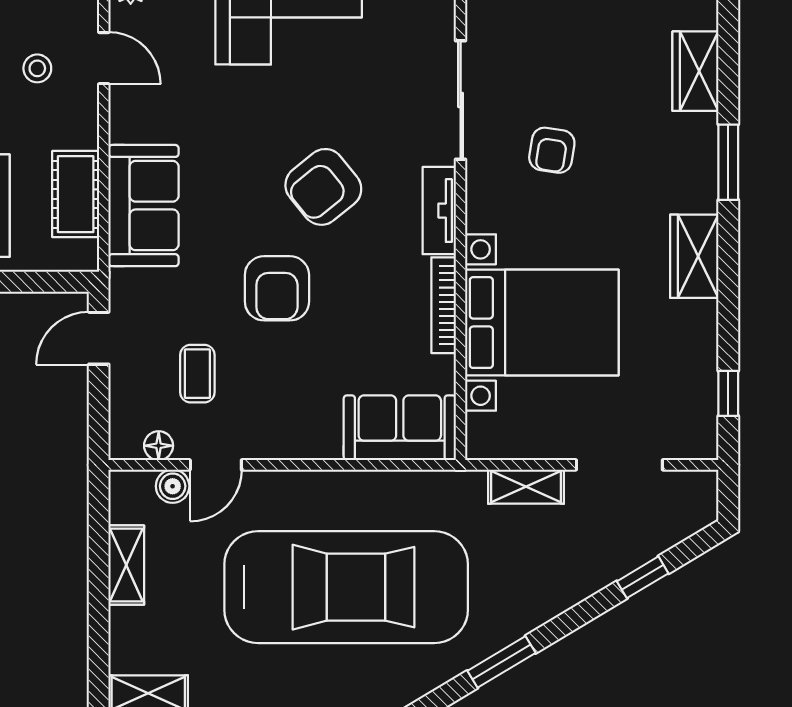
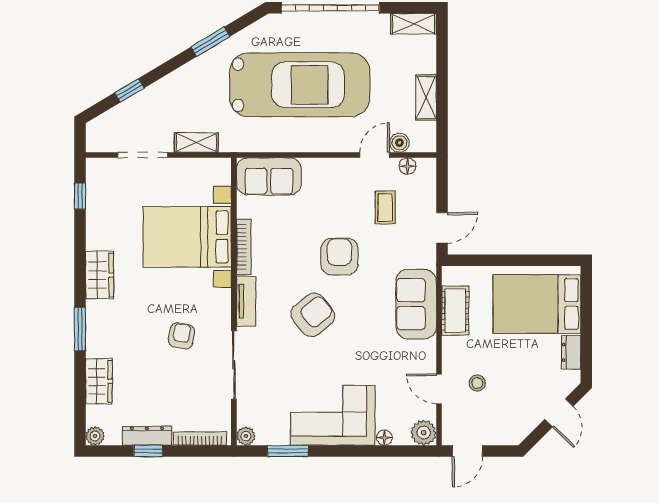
car: (346, 587) -> (300, 85), turned 180

